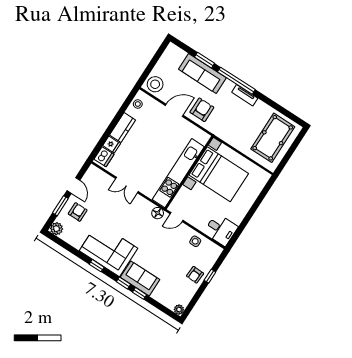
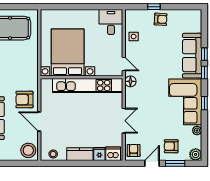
armchair: (95, 177) -> (134, 150), added
sofa: (140, 278) -> (192, 56), width x1.36
plant: (179, 310) -> (197, 130), moved

